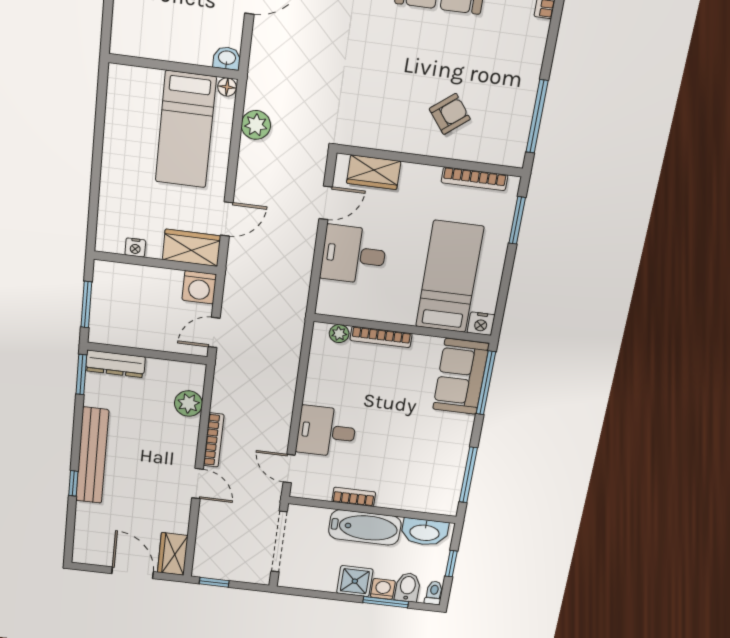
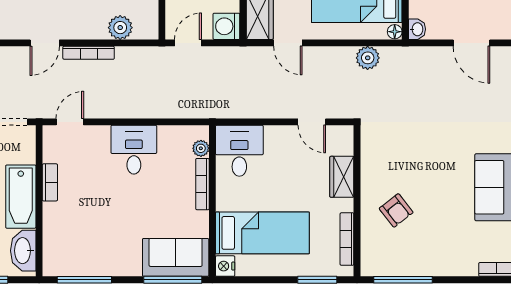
wardrobe: (374, 172) -> (342, 177), moved
desk: (354, 255) -> (239, 151), moved
door: (214, 333) -> (188, 43), hinge flipped
desk: (326, 432) -> (134, 150), moved

